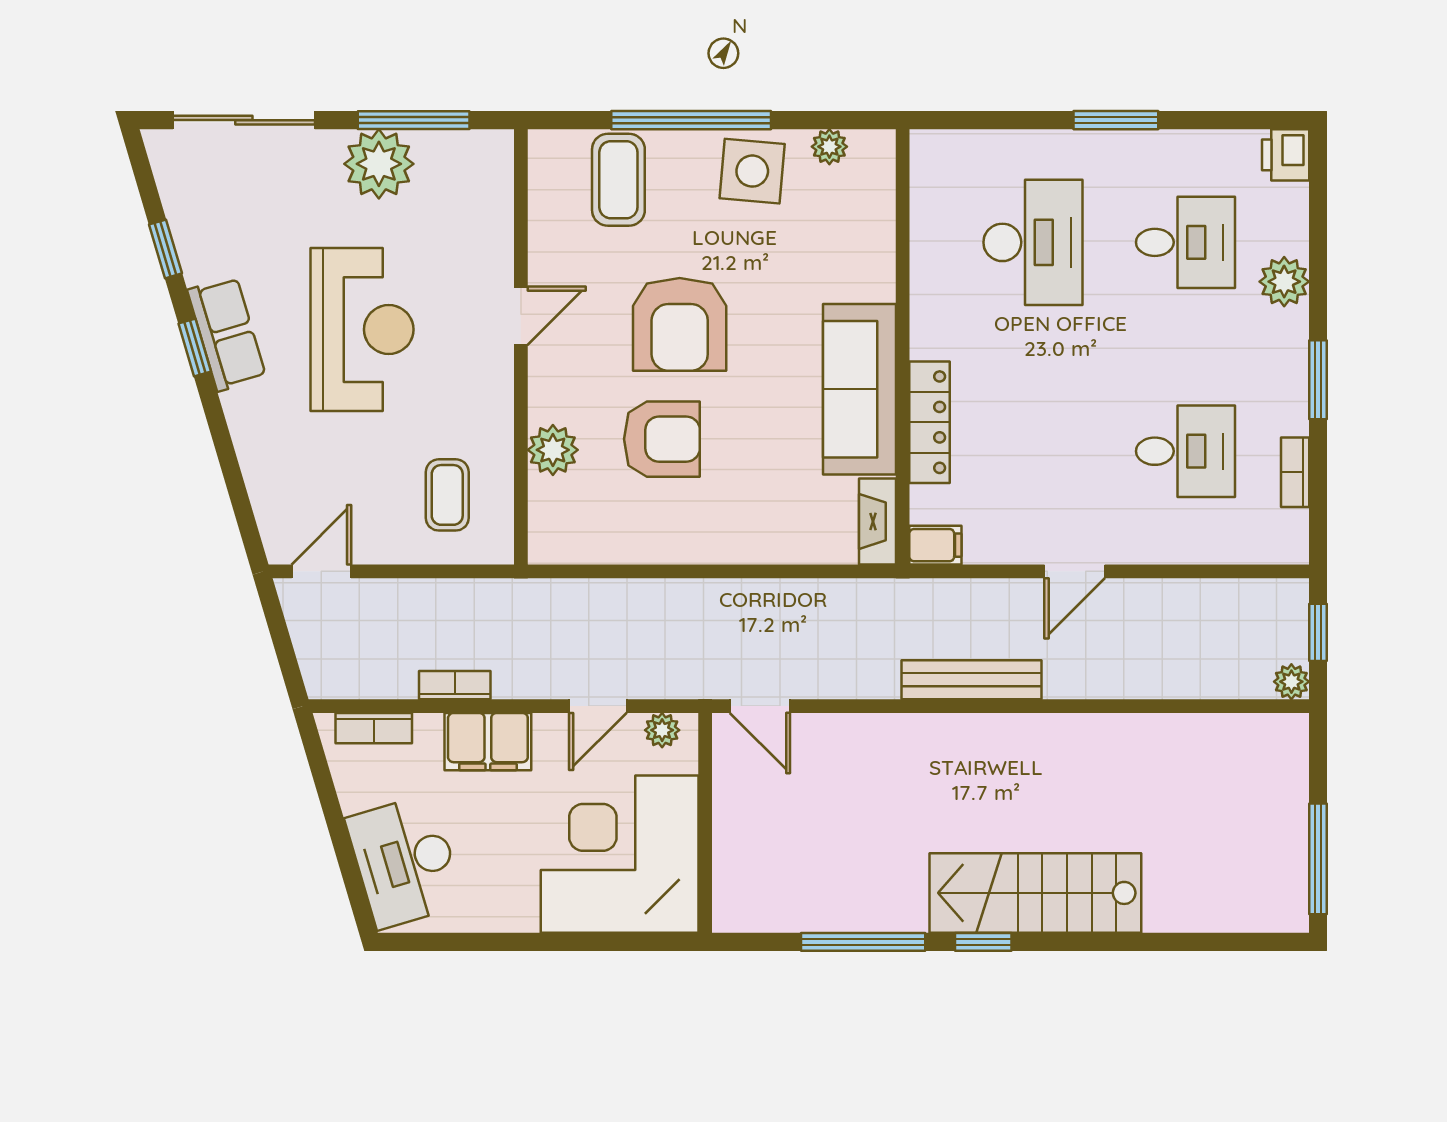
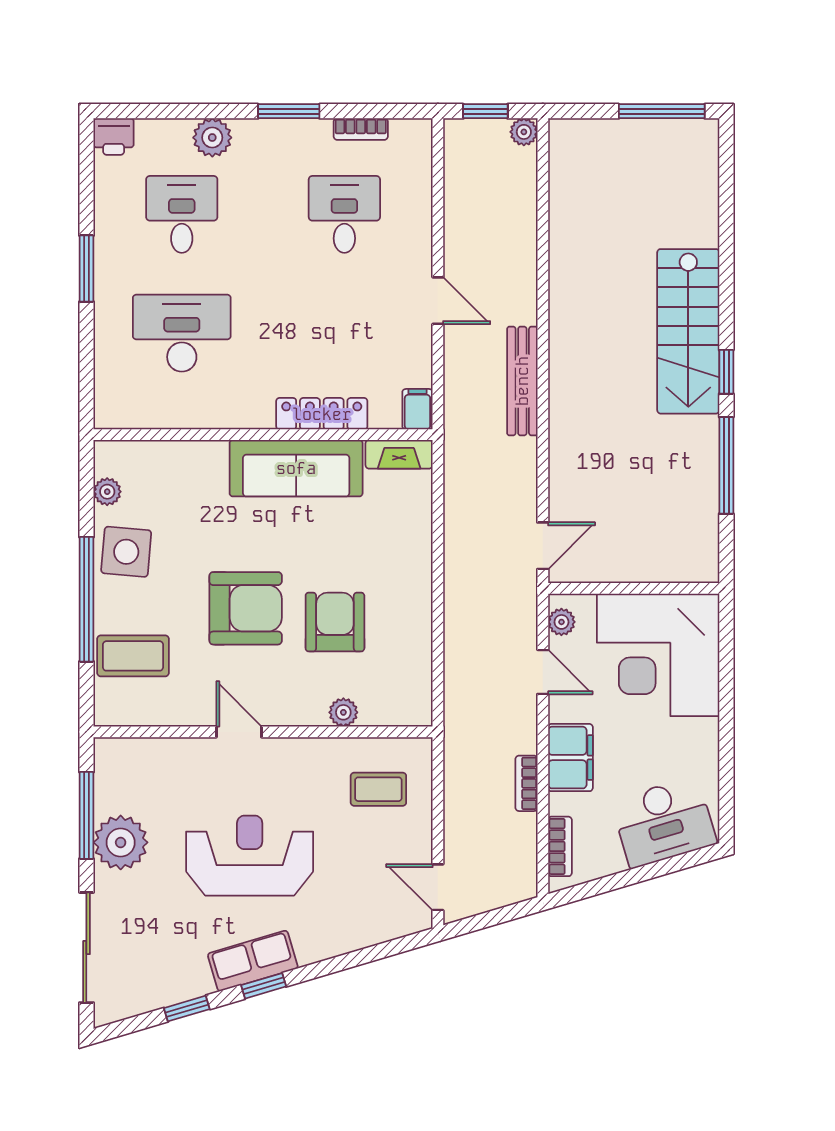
plant: (553, 450) -> (343, 712), width x0.73, depth x0.73

